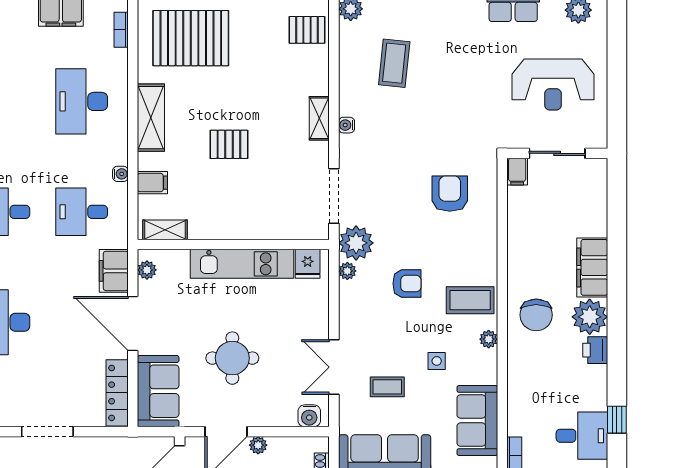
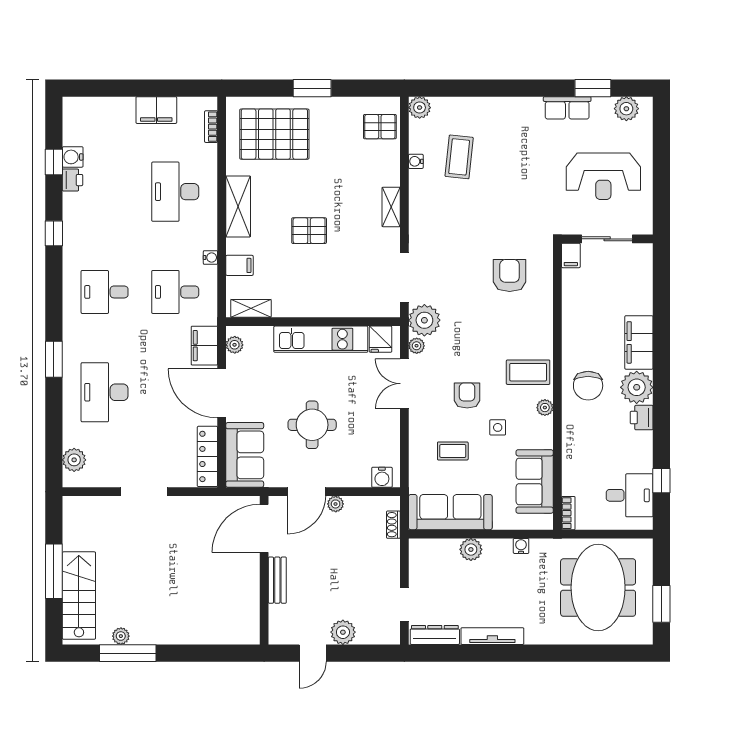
water cooler: (347, 125) -> (416, 161), moved
armchair: (407, 284) -> (467, 396), moved, turned -90
double door: (334, 367) -> (404, 384), moved

